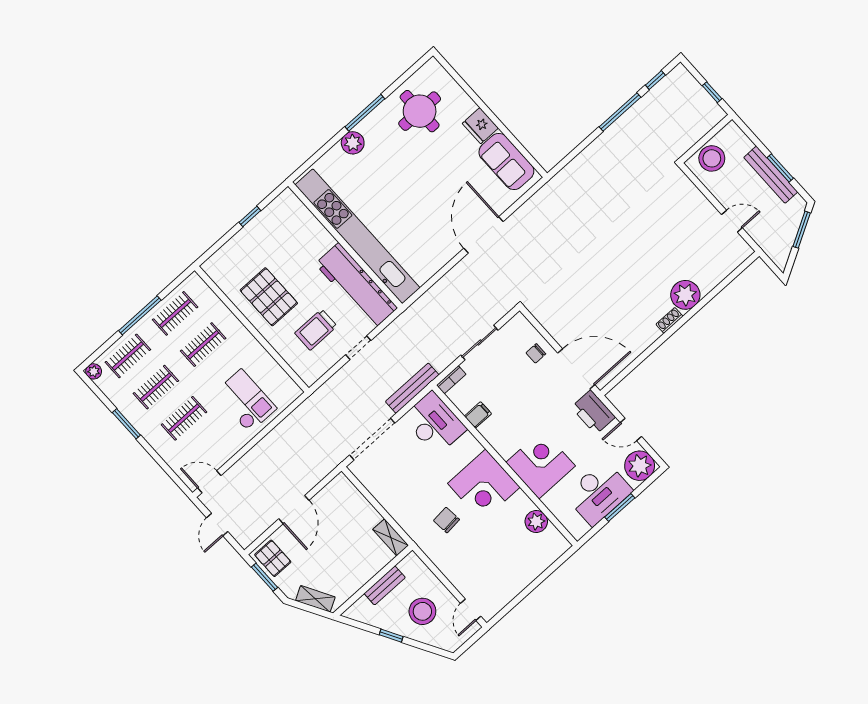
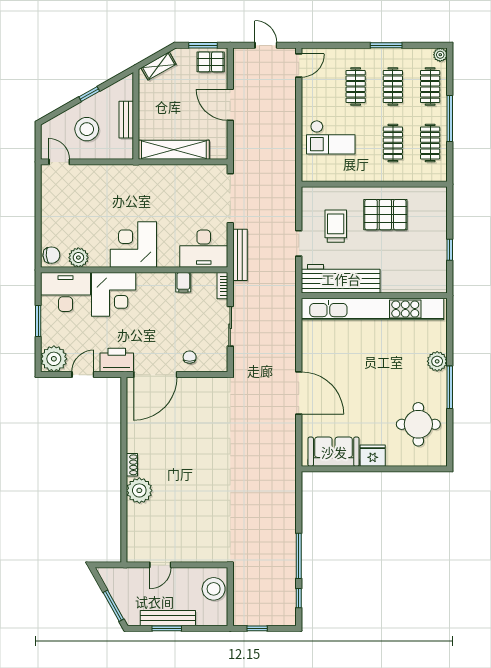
desk: (599, 493) -> (66, 292), moved, turned 90
chair: (447, 520) -> (51, 255), moved
shelving: (391, 537) -> (174, 150), width x2.20, depth x1.33

